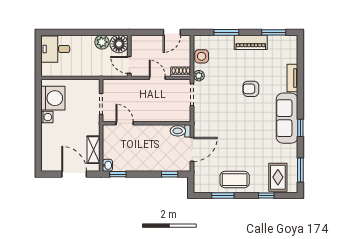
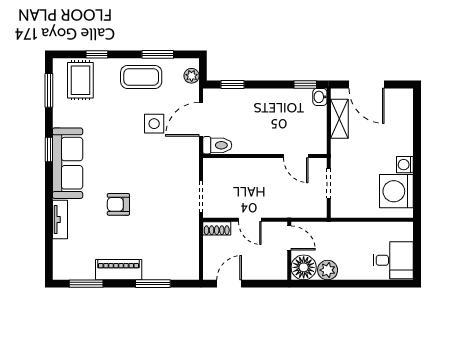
side table: (202, 56) -> (154, 124), moved
plant: (199, 76) -> (192, 76), moved
armchair: (251, 89) -> (118, 204), turned 180

